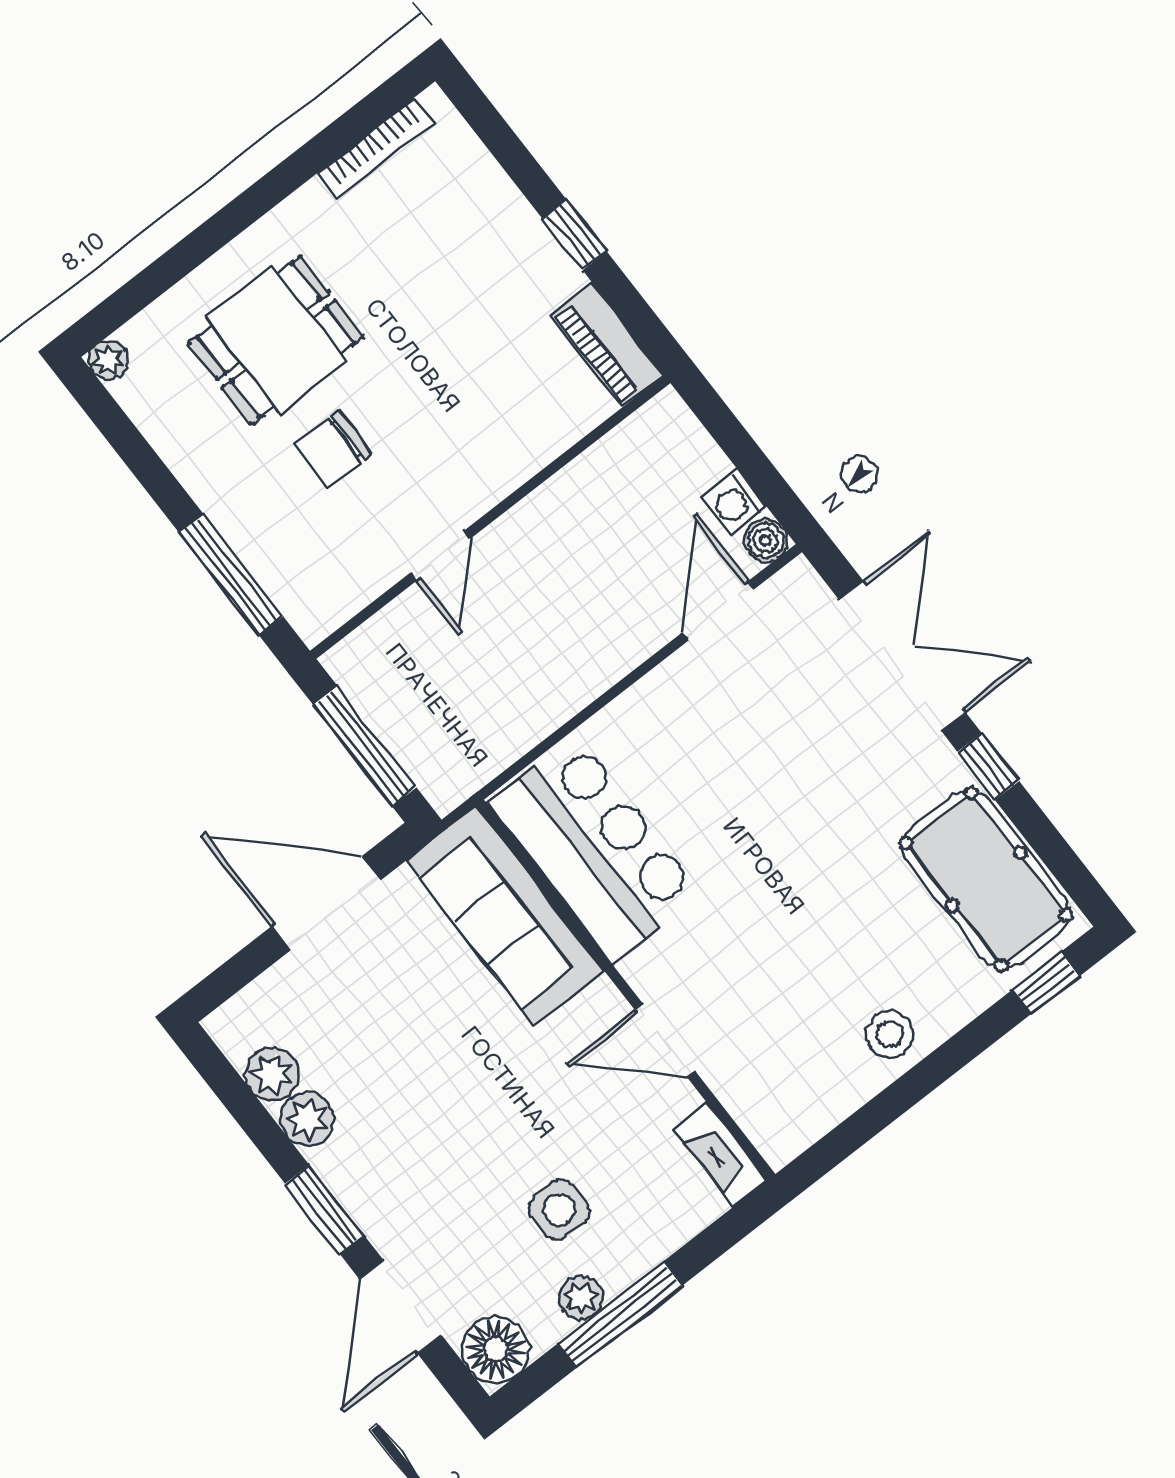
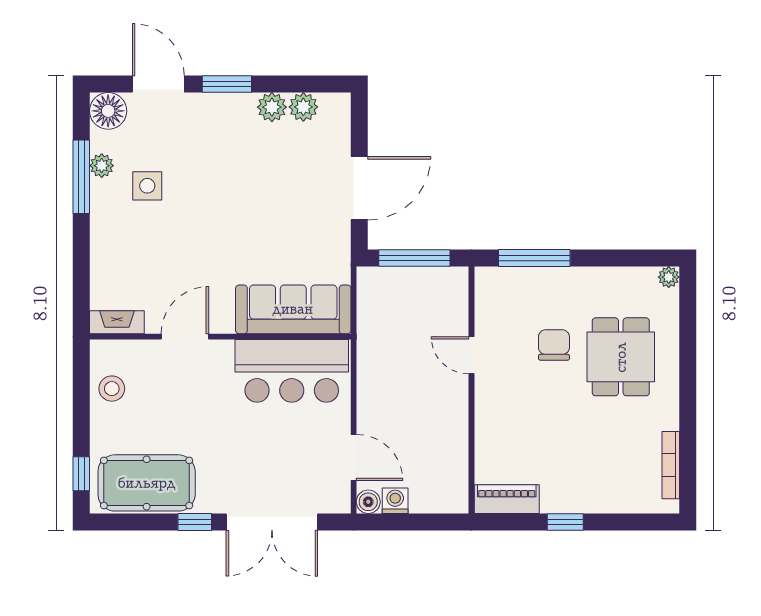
bar counter: (595, 849) -> (292, 371), moved
sofa: (505, 916) -> (293, 309), moved
wall: (626, 990) -> (220, 337), moved
door: (665, 1041) -> (185, 337), moved
fireplace: (720, 1154) -> (117, 322), moved

